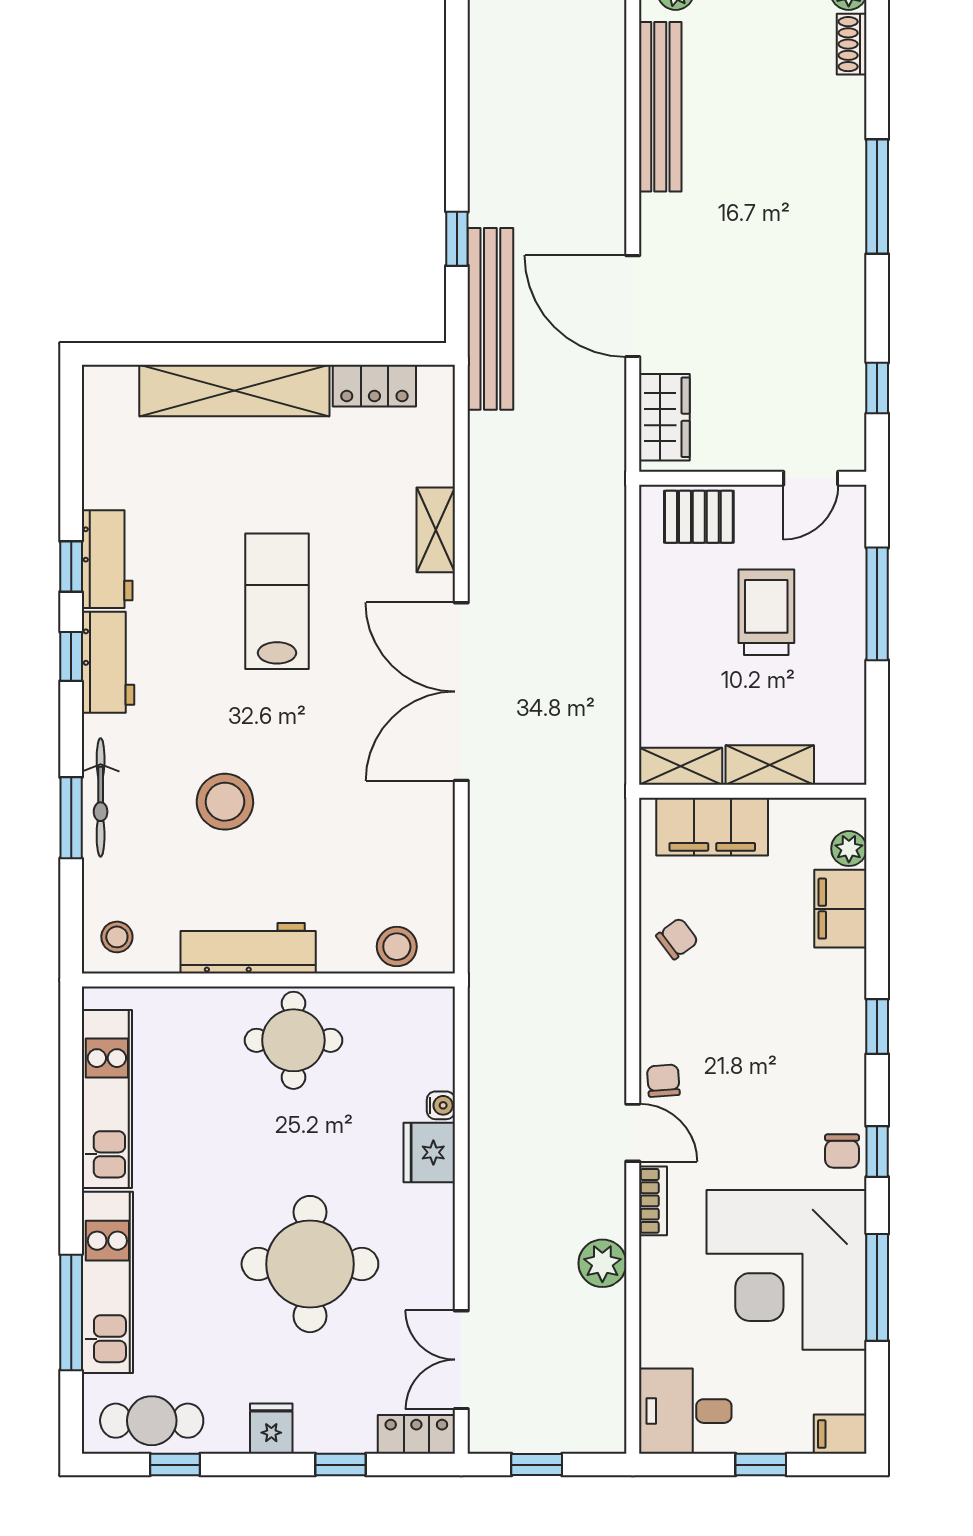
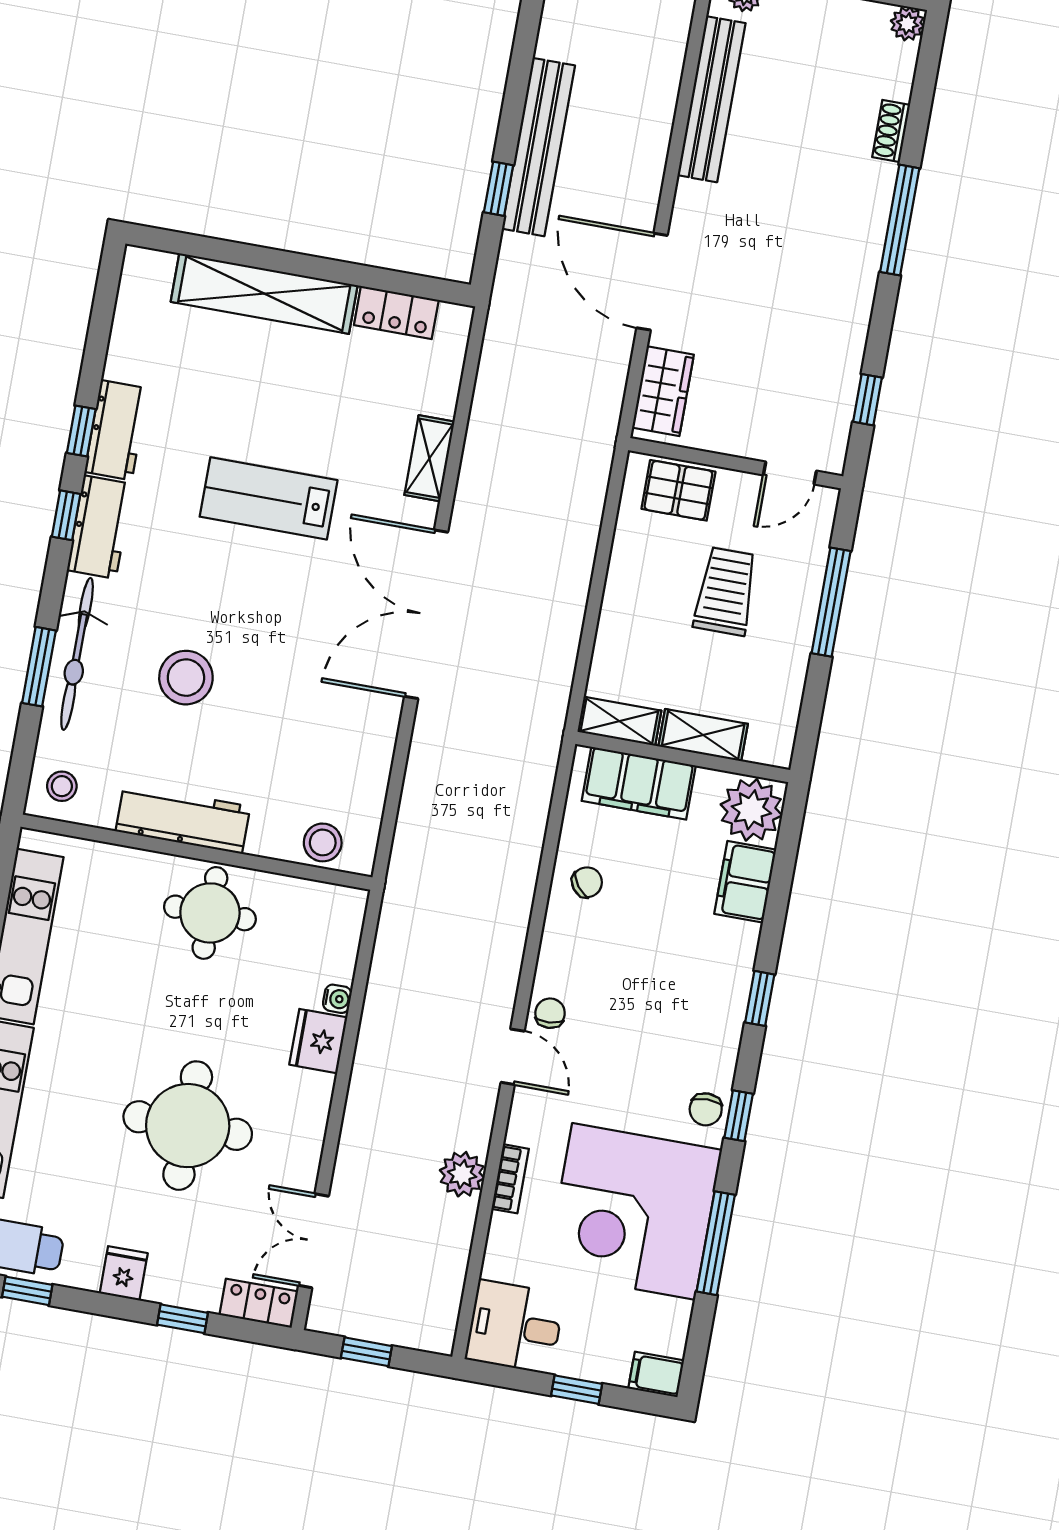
shoe rack: (852, 44) -> (891, 131), moved
bench: (490, 319) -> (538, 147), moved
lab bench: (277, 601) -> (269, 498), turned -90
bicycle: (101, 797) -> (77, 654), width x1.37, depth x1.40
plant: (849, 849) -> (751, 810), width x1.87, depth x1.87
bookcase: (653, 1201) -> (510, 1179), moved

